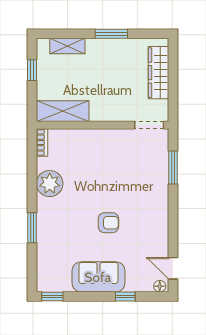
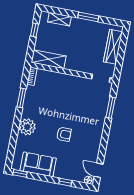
plant: (50, 184) -> (27, 127), moved
window: (32, 228) -> (21, 98), moved
sofa: (98, 277) -> (38, 164), moved

